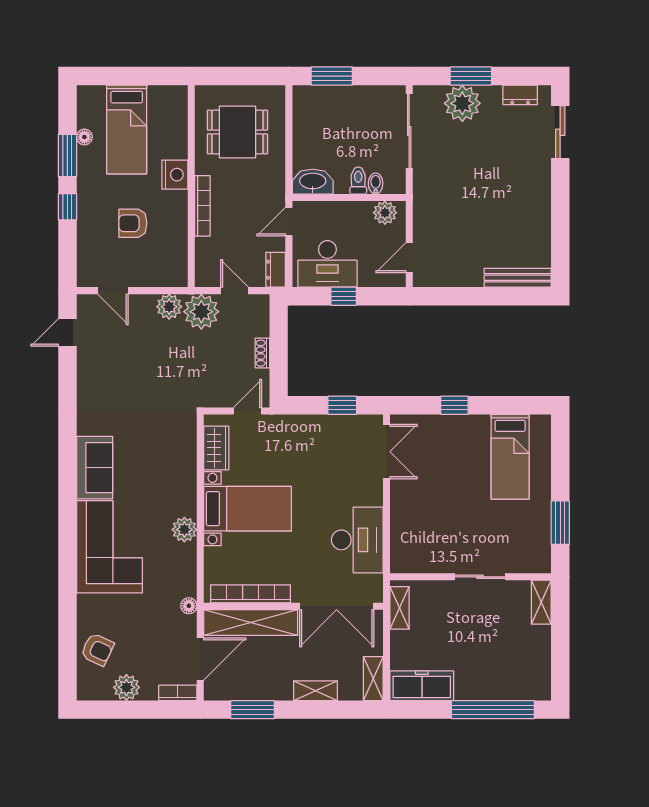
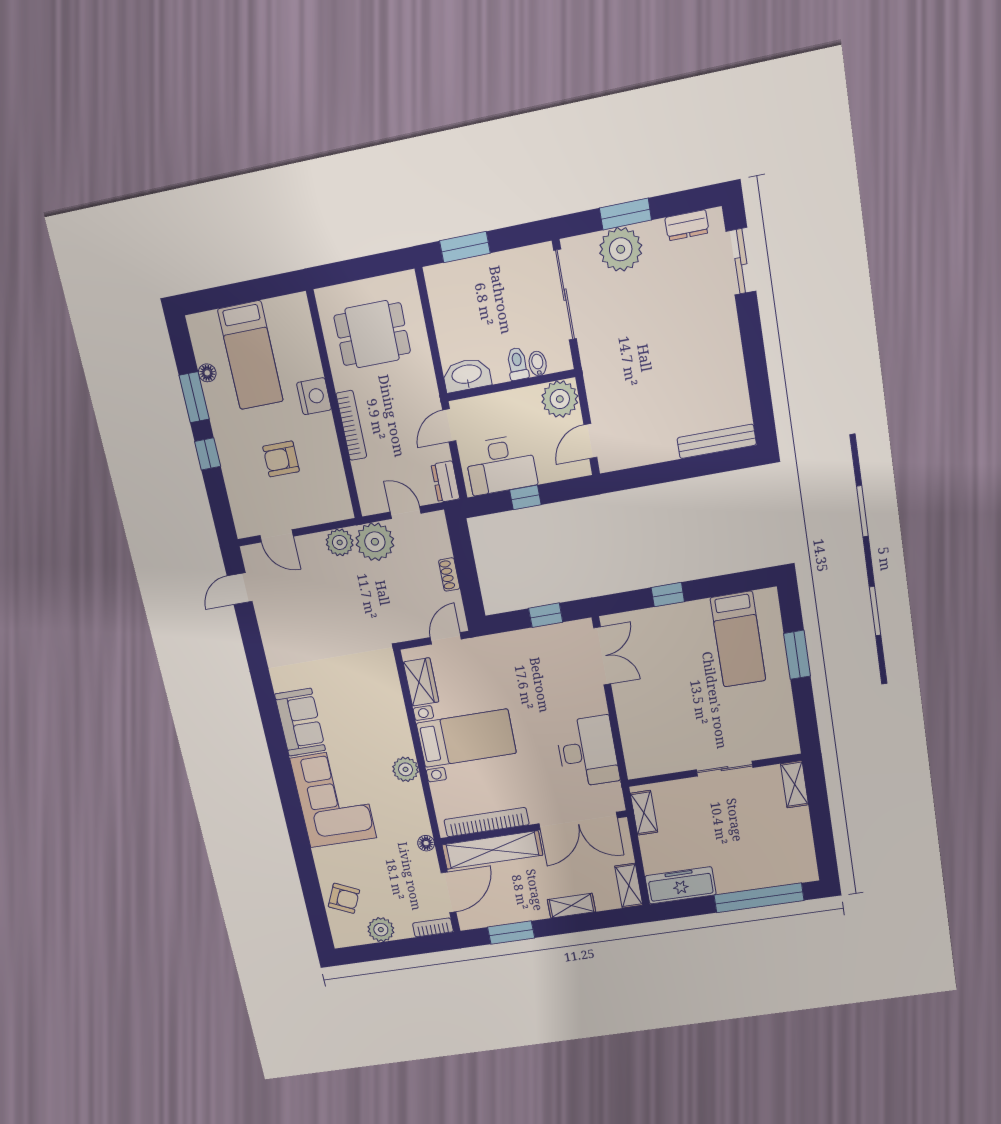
plant: (385, 213) -> (560, 399), width x1.36, depth x1.36
window: (560, 523) -> (797, 655), moved

